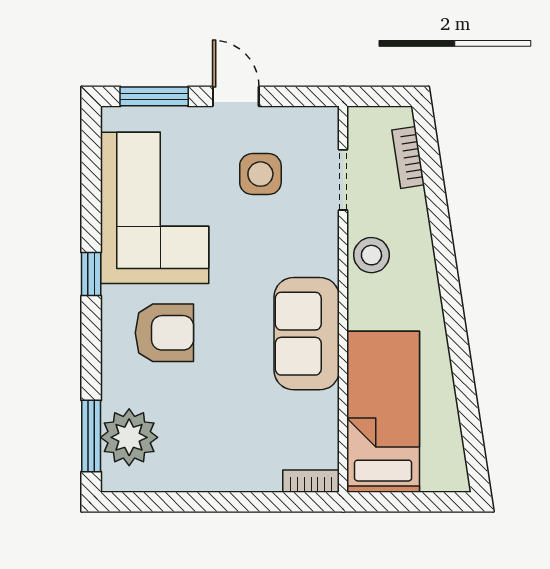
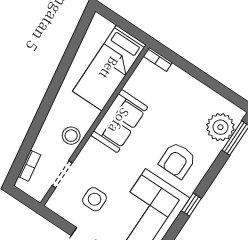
armchair: (164, 333) -> (177, 160), turned -90

